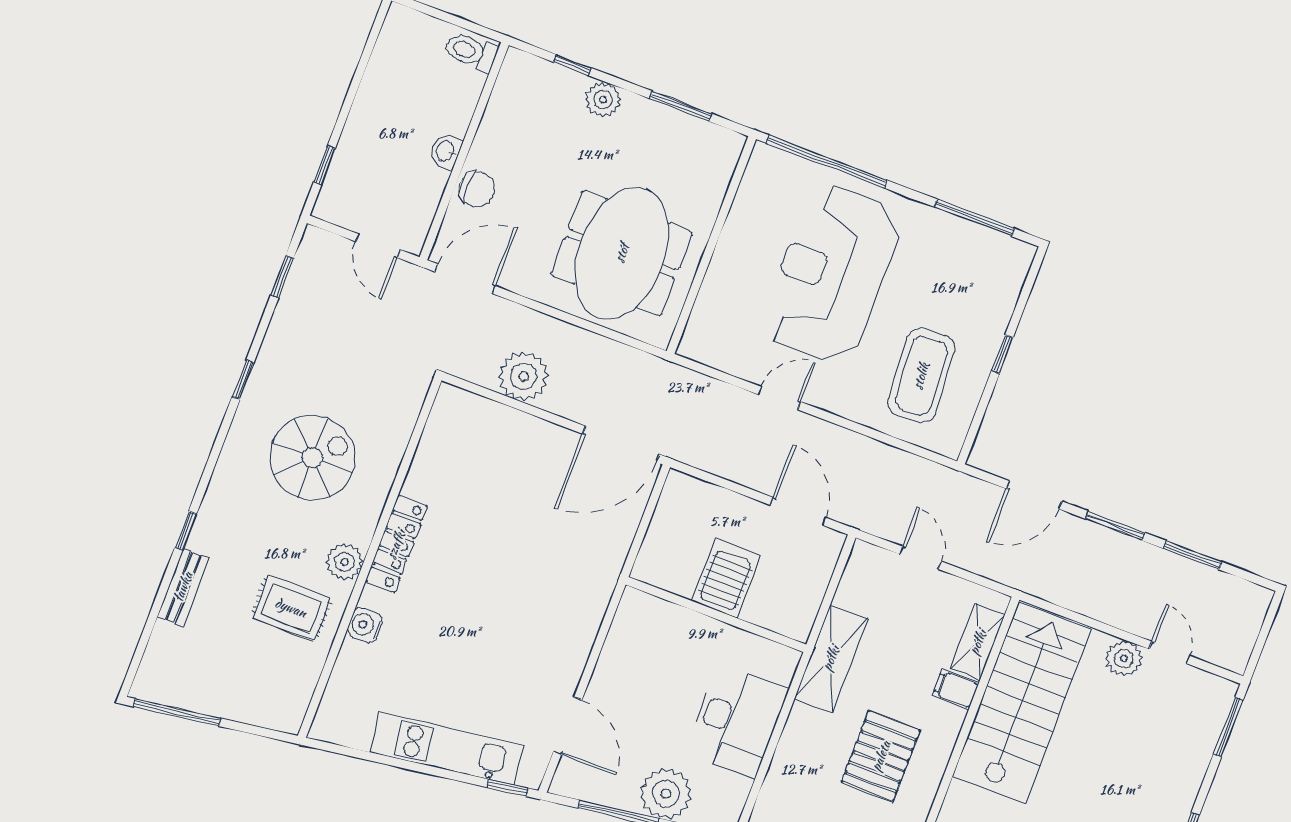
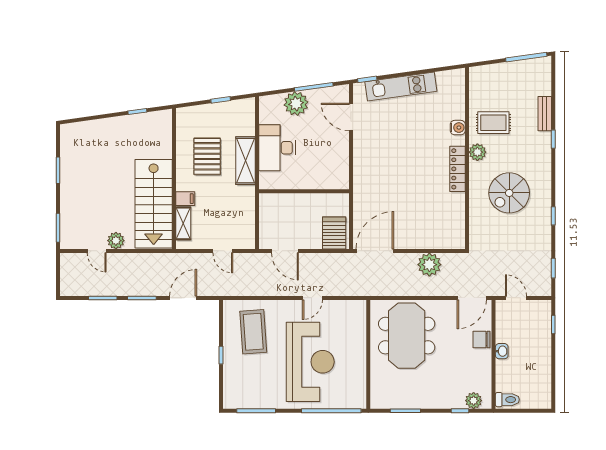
plant: (603, 100) -> (474, 401), moved
server rack: (726, 578) -> (334, 233), moved, turned 180
shelving: (831, 658) -> (245, 161), moved

